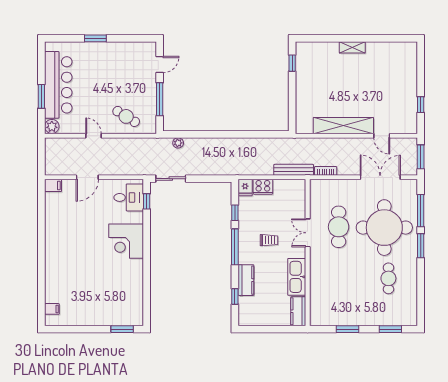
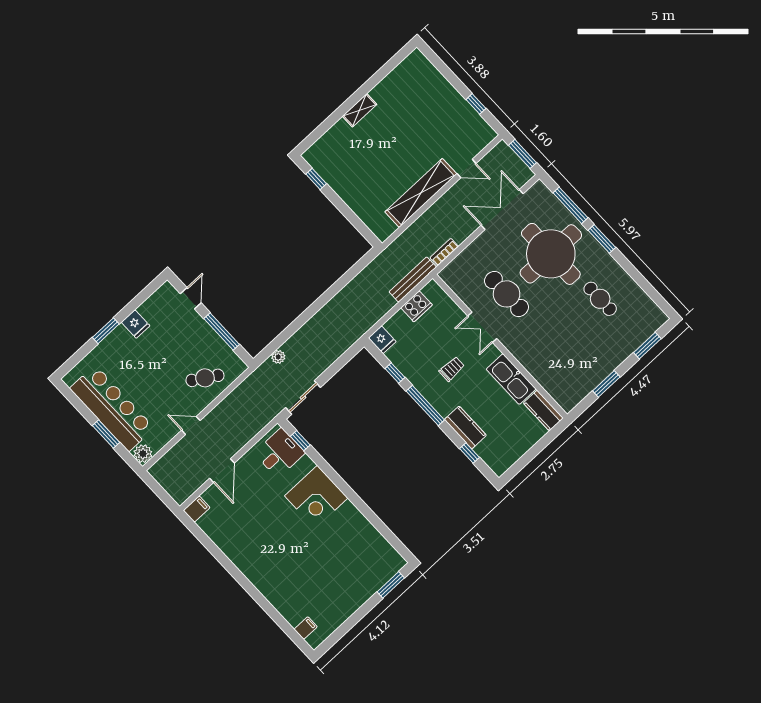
fridge: (115, 50) -> (136, 324), added
cooker: (263, 187) -> (416, 306), moved

